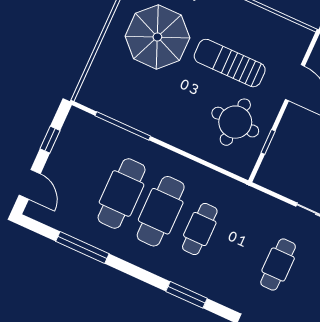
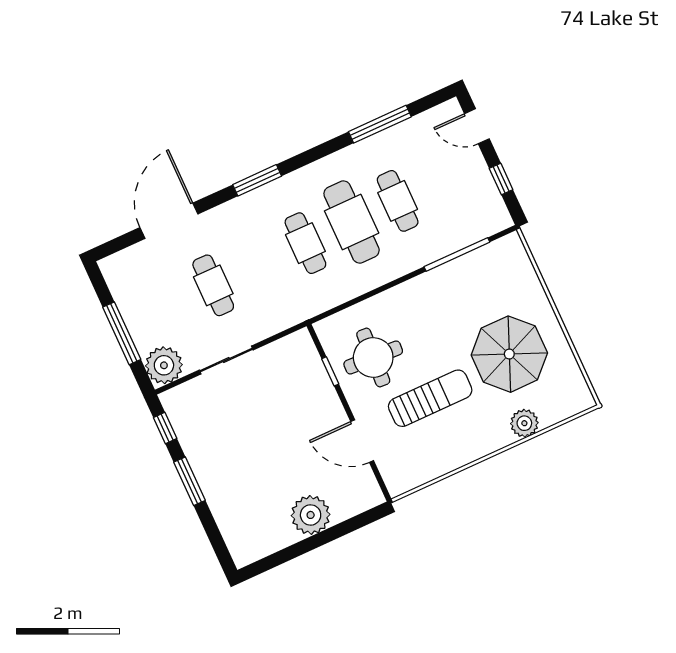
cafe table: (122, 193) -> (398, 201), width x0.73, depth x0.74

